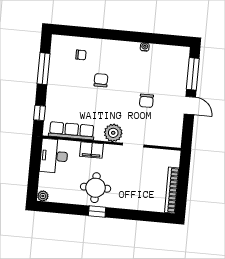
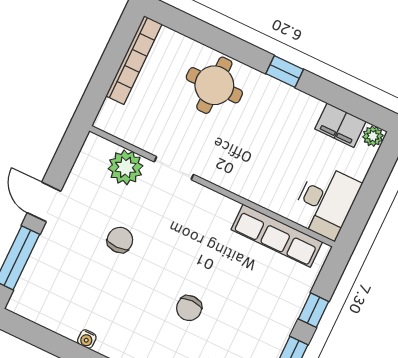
window: (39, 113) -> (313, 310), moved
plant: (113, 133) -> (126, 167), moved
filing cabinet: (91, 150) -> (340, 125), moved, turned 180
round table: (96, 188) -> (214, 85), moved

